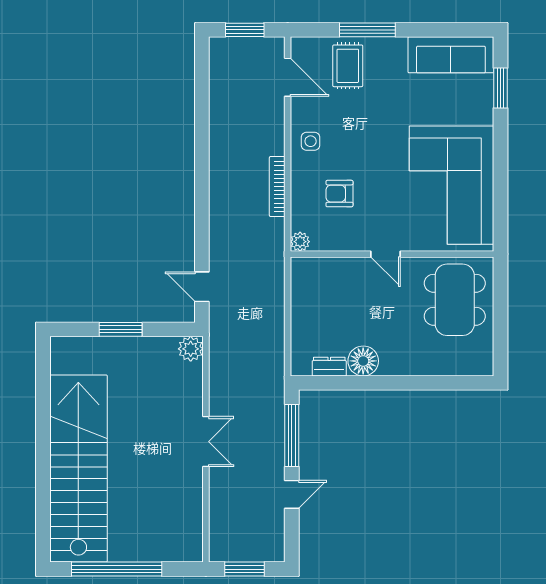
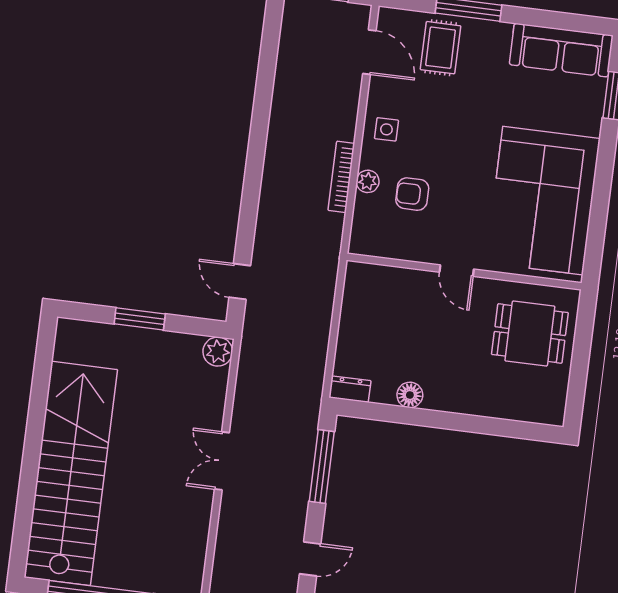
plant: (300, 242) -> (368, 181), moved
dining table: (455, 300) -> (530, 334), width x0.73
floor lamp: (363, 361) -> (410, 395), width x0.73, depth x0.73
dresser: (329, 367) -> (350, 389), moved
double door: (206, 442) -> (222, 461), swing flipped
door: (292, 494) -> (310, 559), moved

